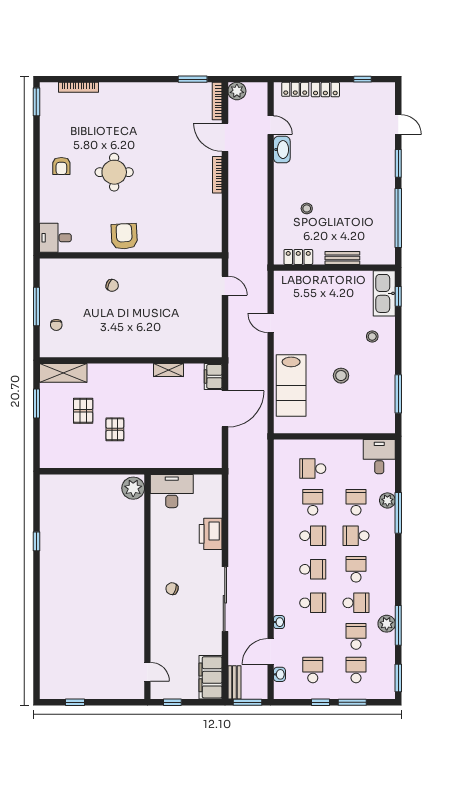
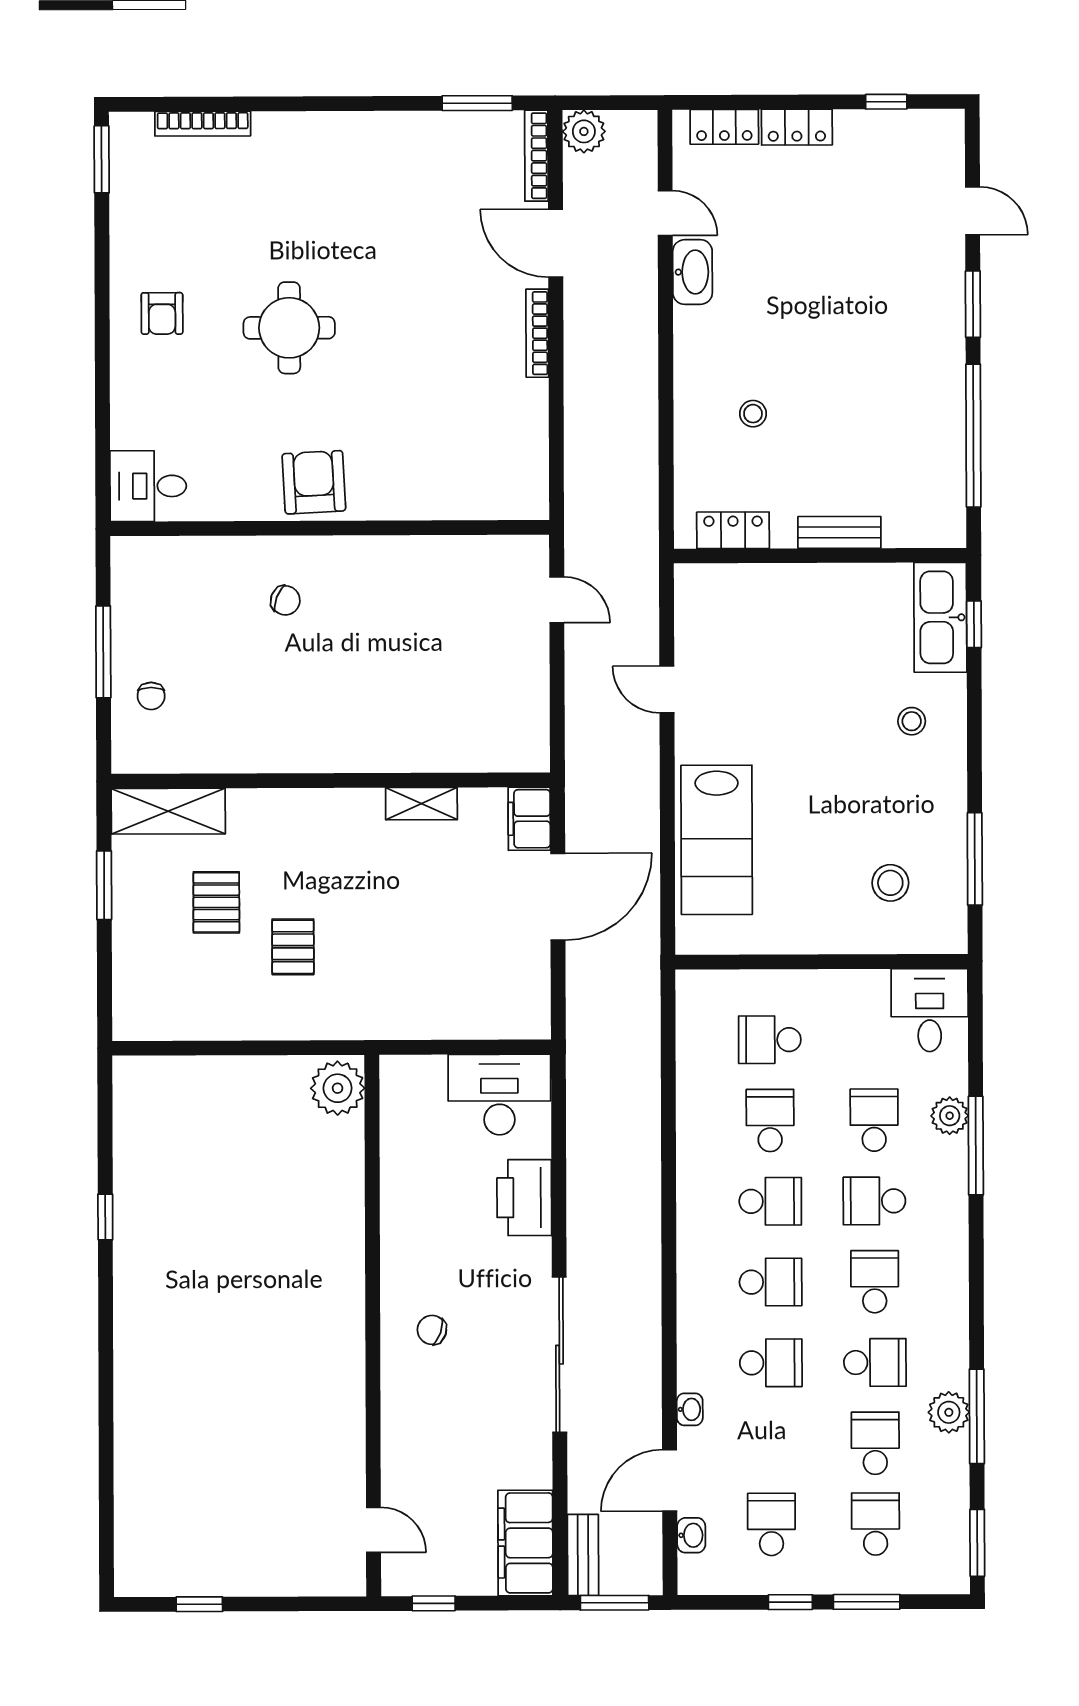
stool: (341, 376) -> (890, 883), moved
desk: (172, 491) -> (499, 1095), moved

